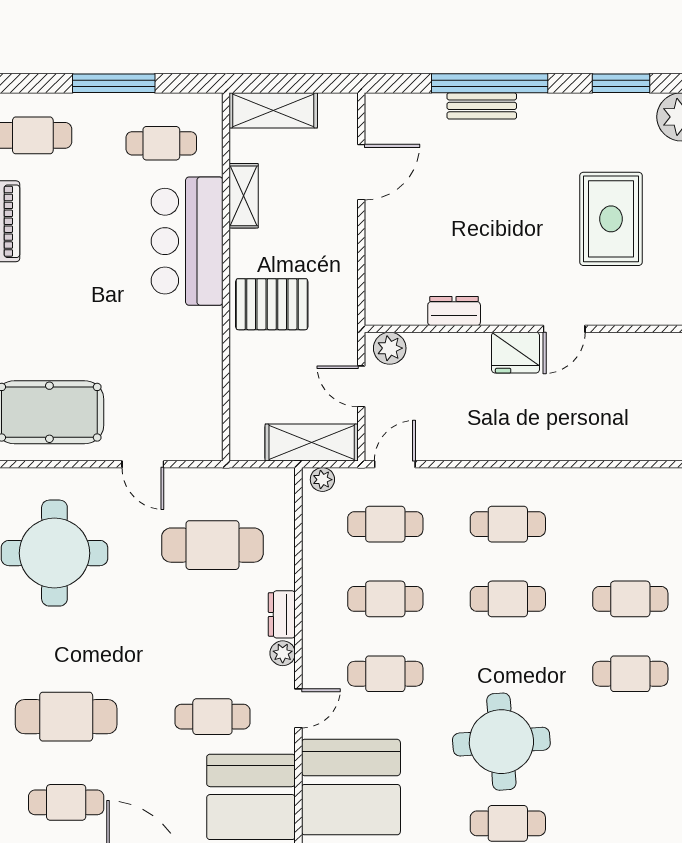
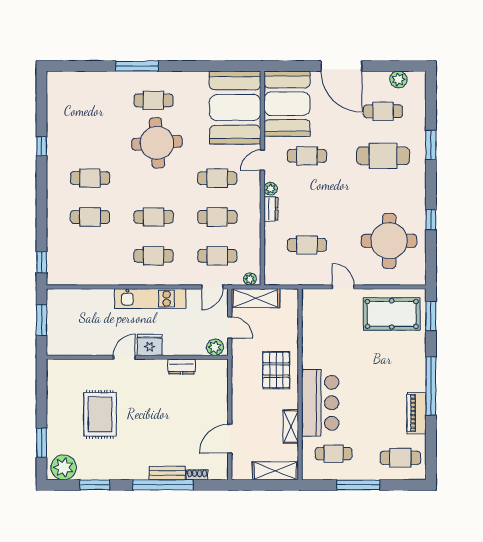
shoe rack: (424, 103) -> (197, 475), added
pallet: (272, 304) -> (276, 370), turned 90
kitchen unit: (514, 442) -> (150, 299), added
cafe table: (212, 545) -> (307, 245), width x0.73, depth x0.74

